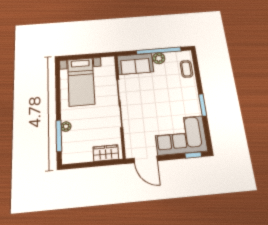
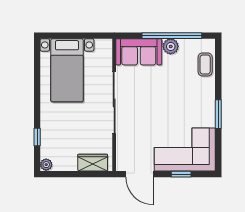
plant: (66, 127) -> (46, 165), moved
window: (59, 136) -> (37, 137), width x0.46
window: (193, 155) -> (181, 174), moved

